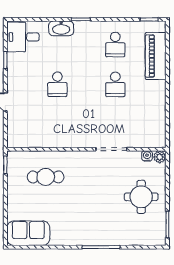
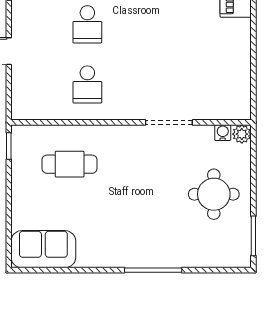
school desk: (115, 84) -> (87, 84), moved

